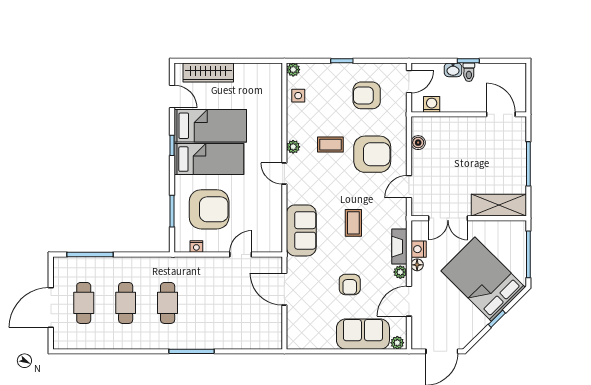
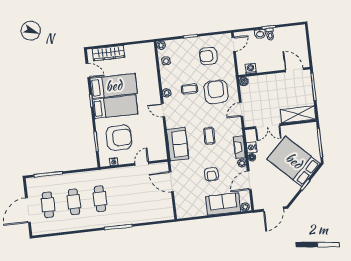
washing machine: (432, 104) -> (251, 69), moved
wall: (469, 114) -> (274, 72), moved
door: (501, 114) -> (294, 70), moved
armchair: (372, 154) -> (216, 92), turned -90

